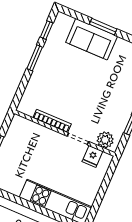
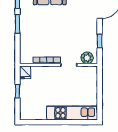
fridge: (92, 156) -> (25, 72), moved

